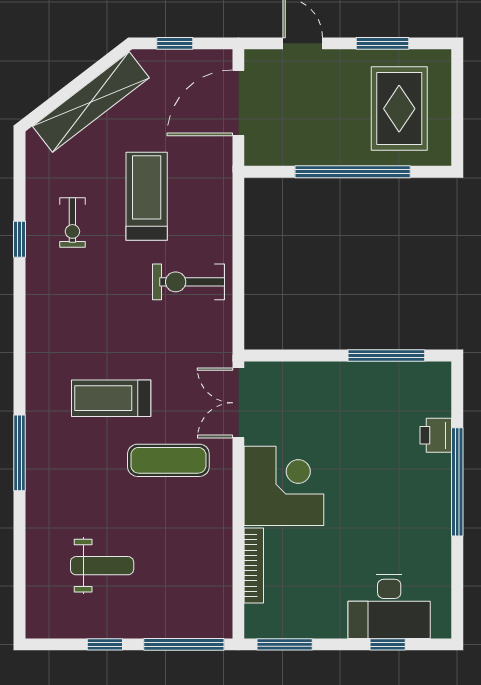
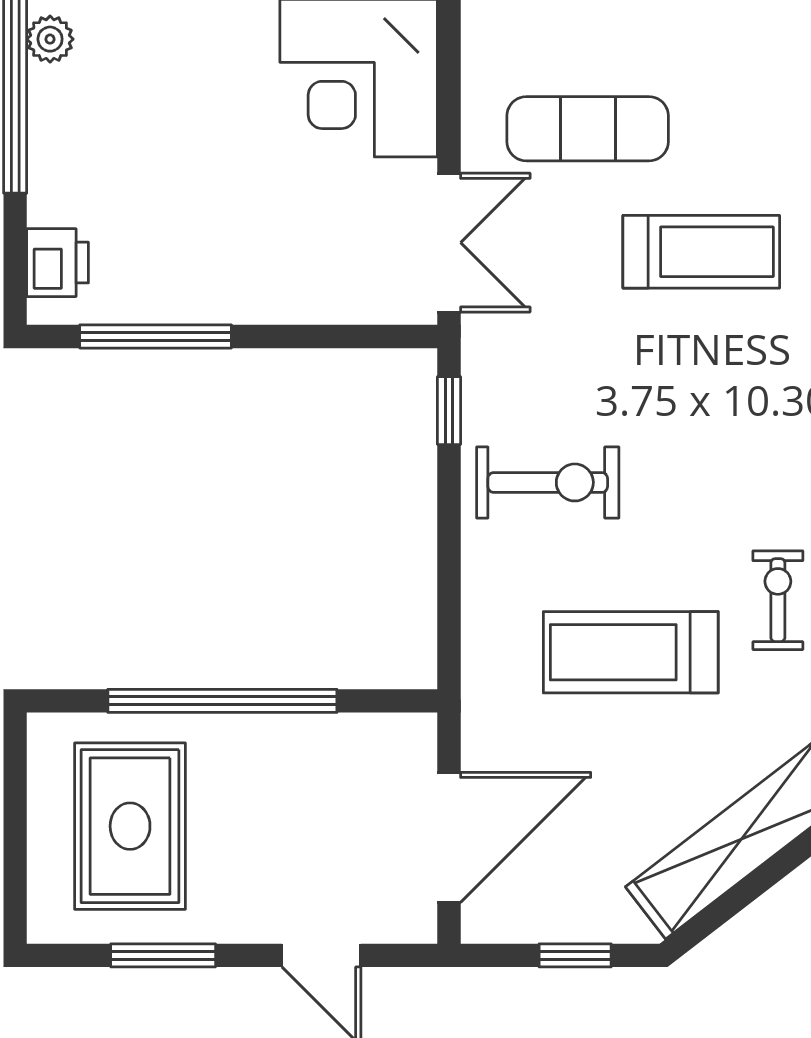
treadmill: (147, 196) -> (631, 652), turned 90
window: (238, 318) -> (449, 411), added
printer: (436, 435) -> (58, 263), moved
plant: (440, 506) -> (50, 39), added

